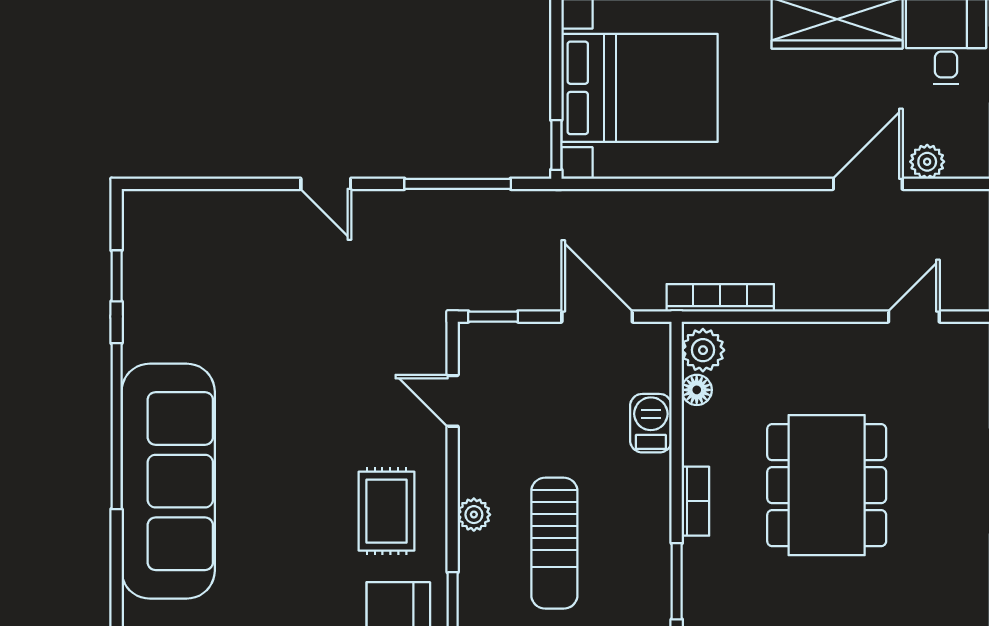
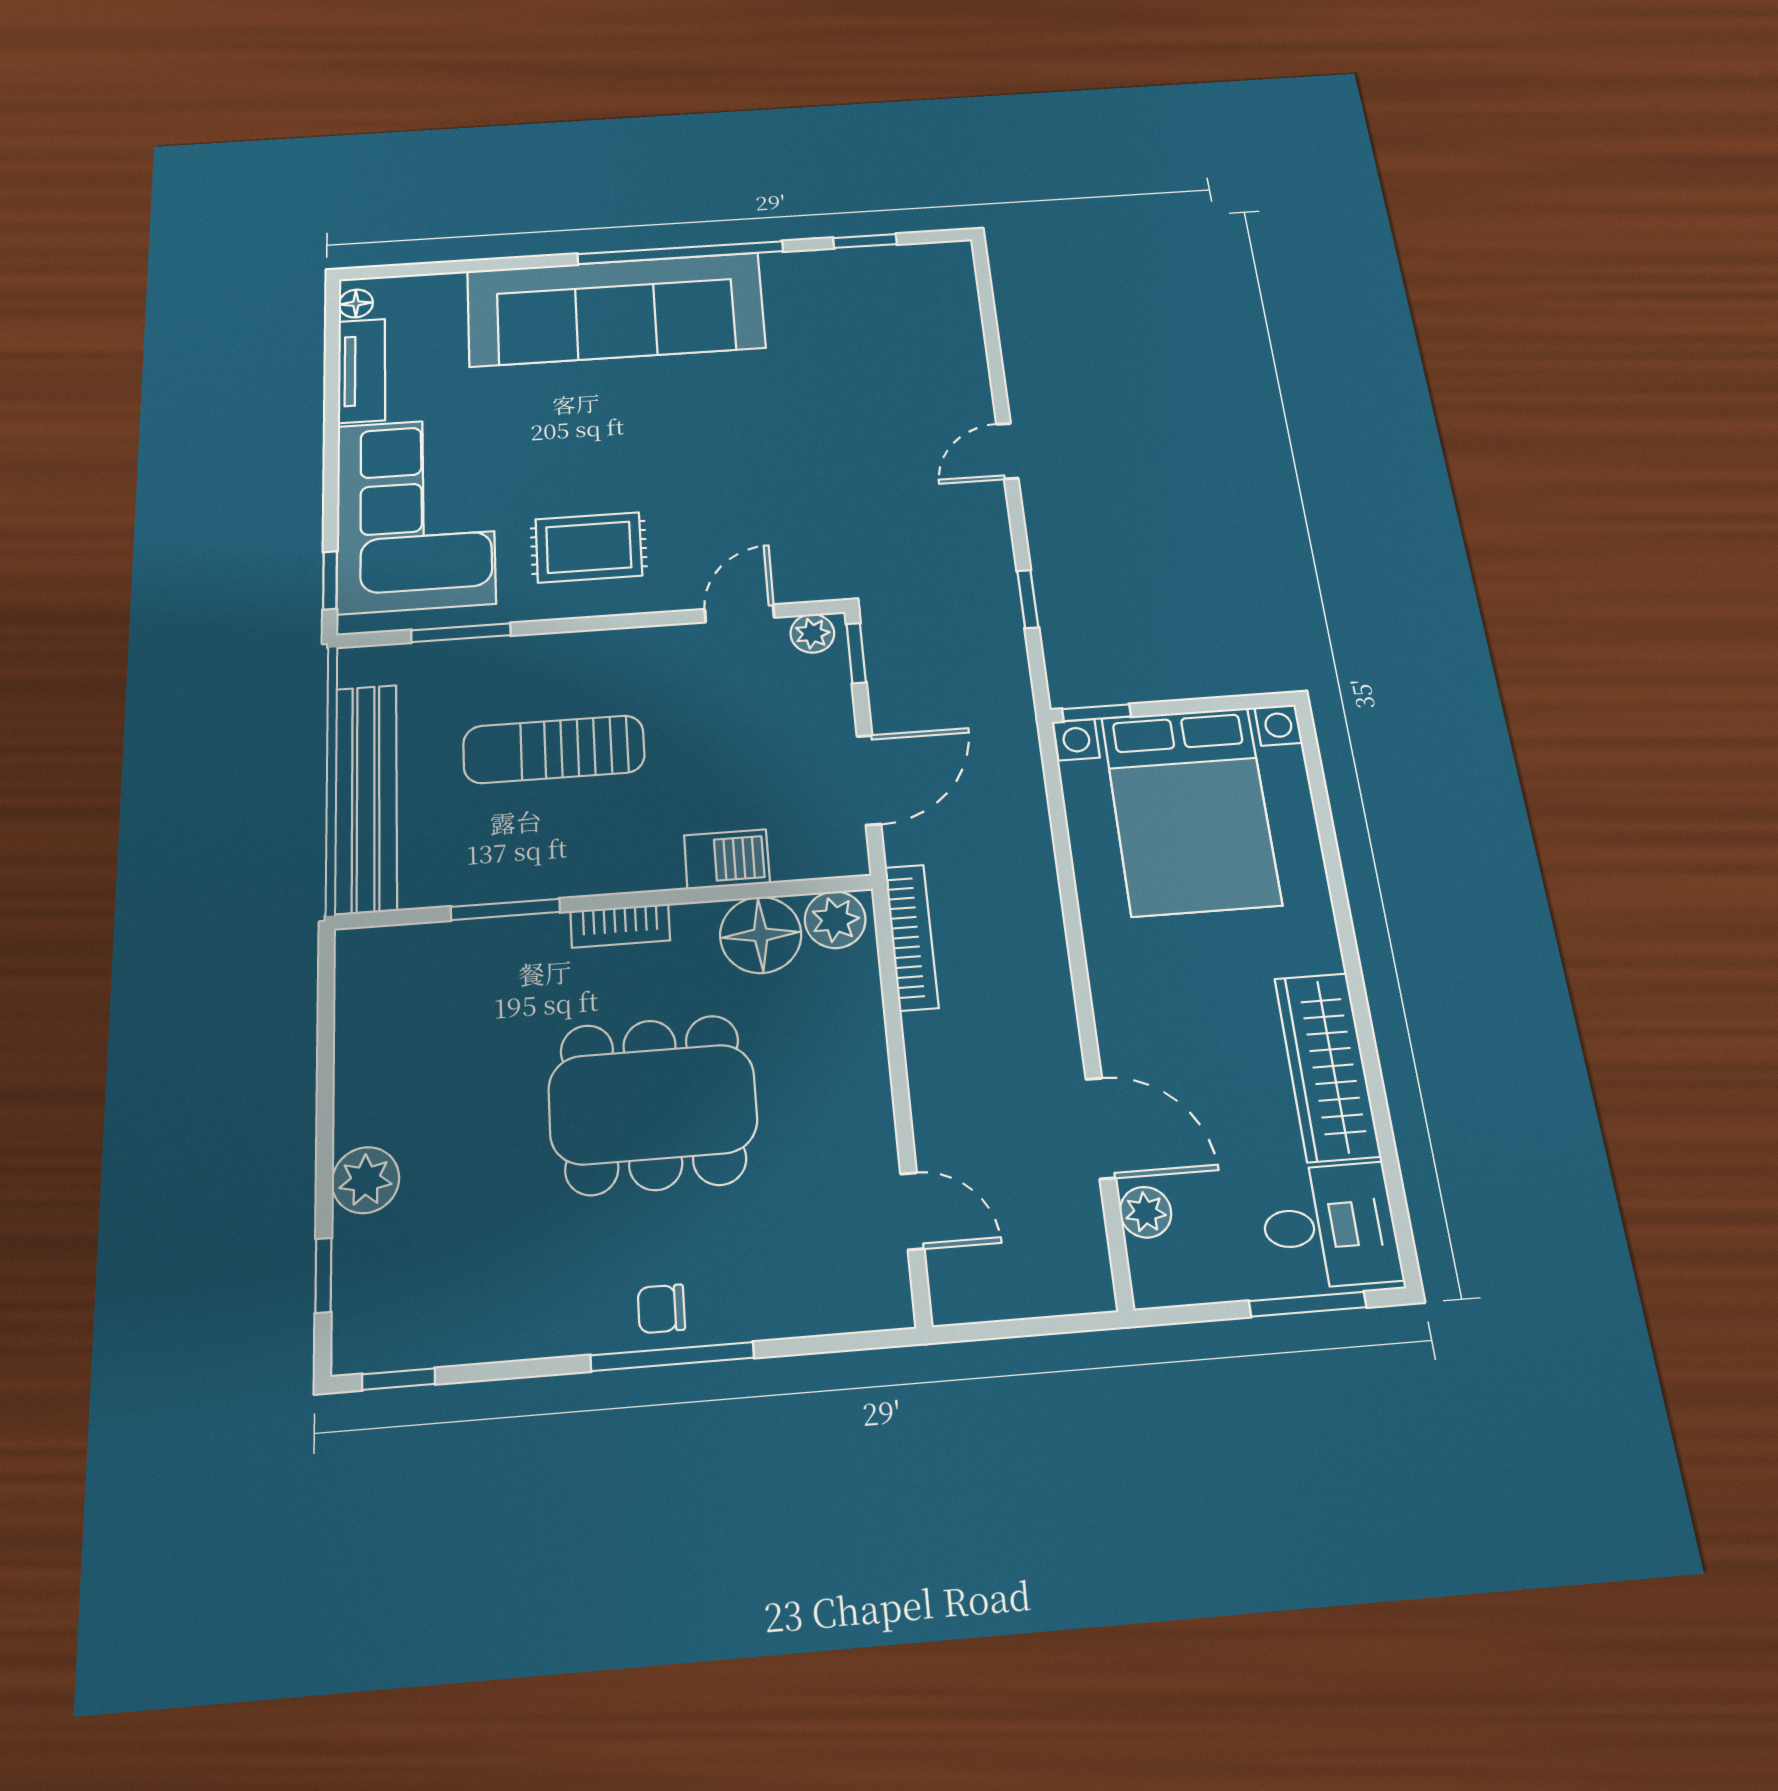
window: (458, 184) -> (1028, 599), width x0.46
floor lamp: (697, 390) -> (761, 935), width x1.89, depth x1.89
chair: (965, 487) -> (661, 1309), added
plant: (474, 515) -> (812, 633), moved

